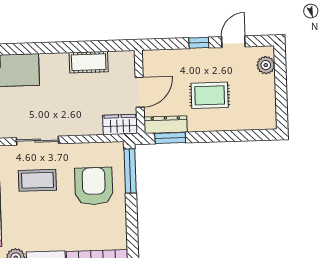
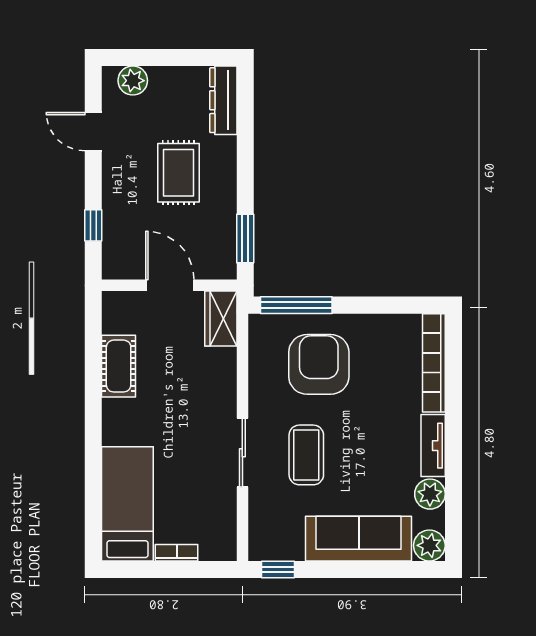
window: (199, 43) -> (93, 225), moved
dresser: (166, 125) -> (223, 100), moved
armchair: (94, 186) -> (319, 364), turned 90

